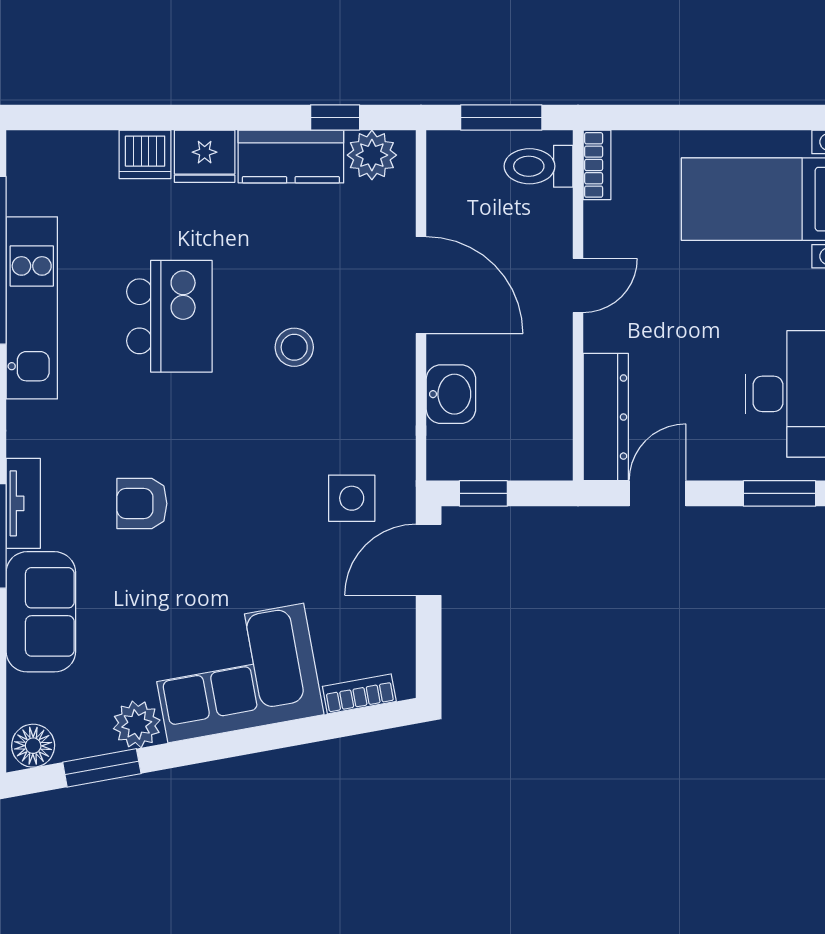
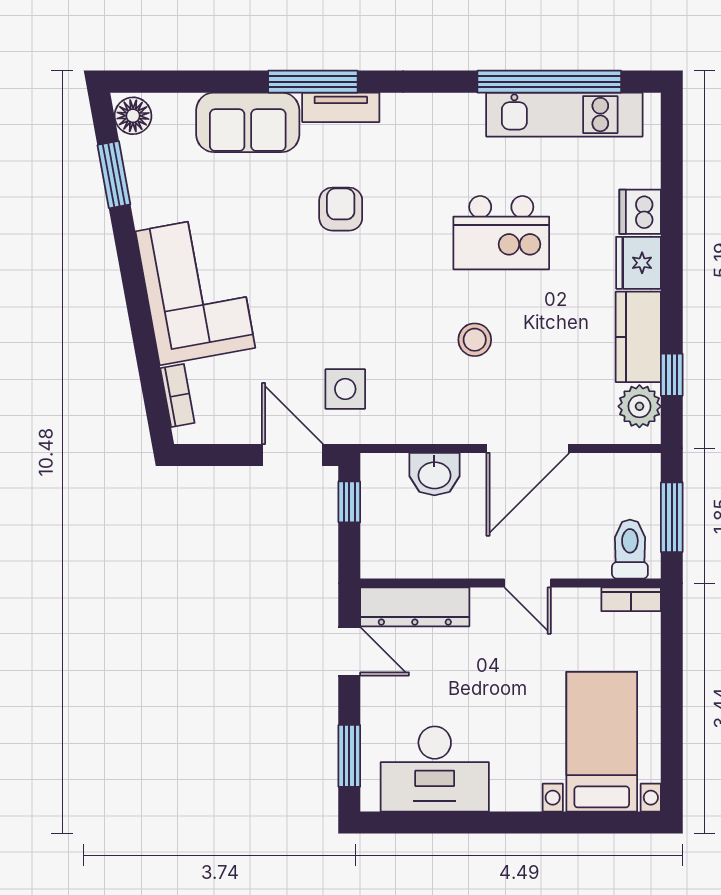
kitchen unit: (32, 308) -> (564, 115), moved
plant: (137, 724) -> (151, 205), removed

